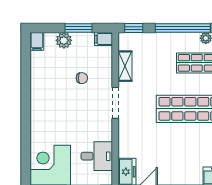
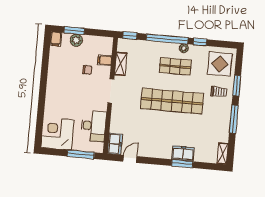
window: (79, 28) -> (74, 31), moved
filing cabinet: (104, 39) -> (105, 60), moved
desk: (97, 156) -> (94, 126), width x1.37

